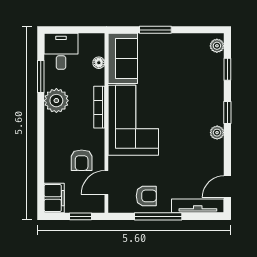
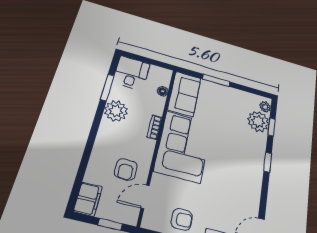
bookcase: (99, 107) -> (154, 127), width x0.64
plant: (217, 133) -> (258, 121), moved, width x1.88, depth x1.88

